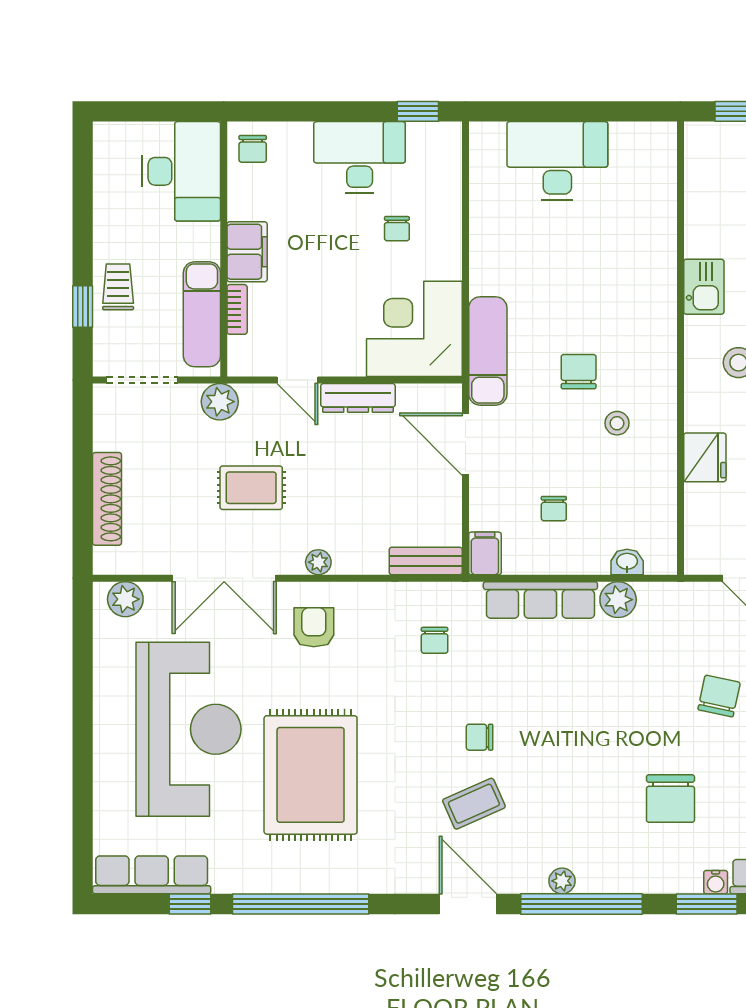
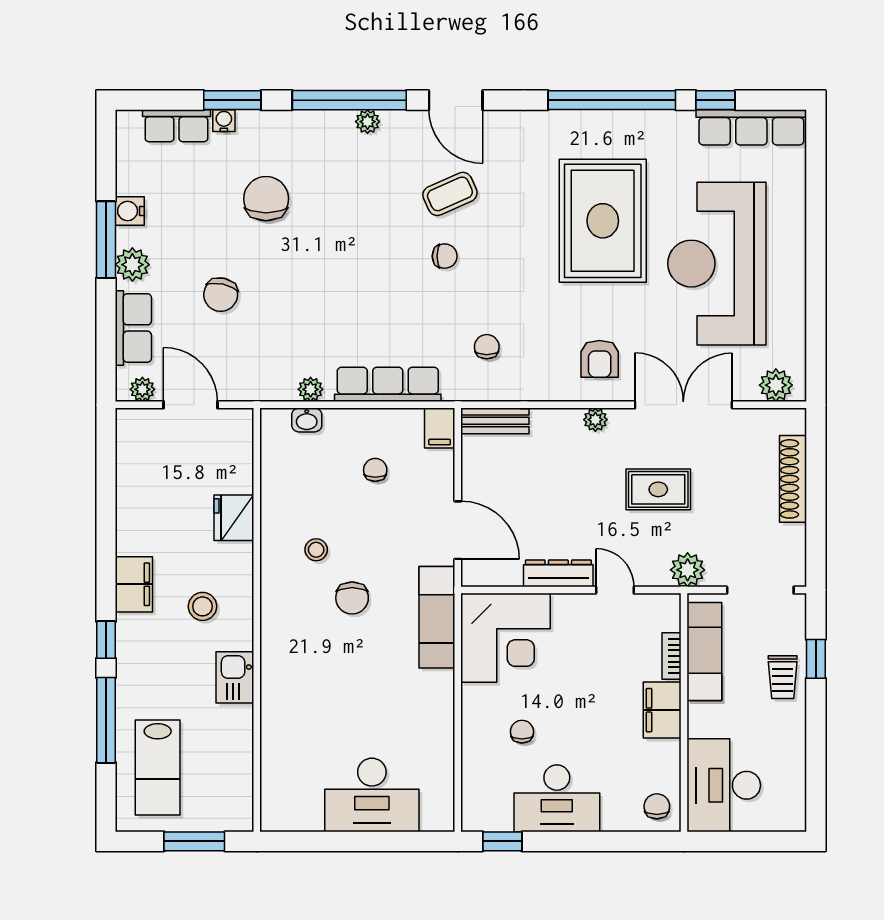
plant: (618, 600) -> (311, 389), width x0.73, depth x0.73

